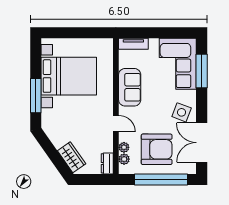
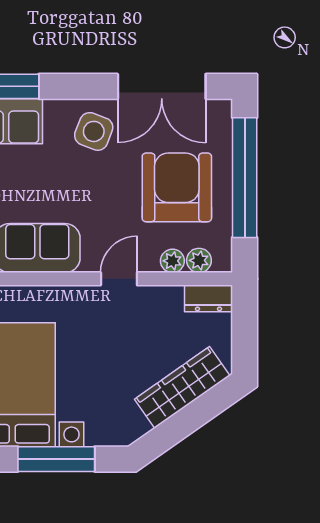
wardrobe: (72, 157) -> (182, 387), width x1.50

